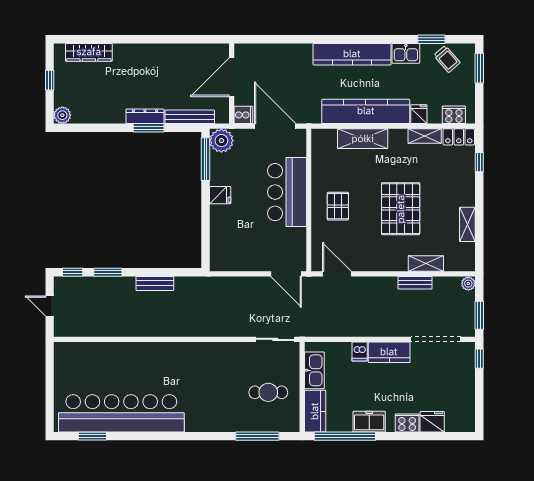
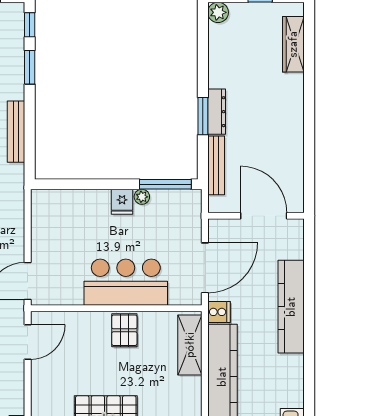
kitchen counter: (352, 54) -> (291, 307), moved
cooker: (243, 115) -> (219, 312), moved, turned -90
shelving: (363, 139) -> (190, 345), moved
plant: (221, 141) -> (142, 197), moved, width x0.53, depth x0.53
pallet: (338, 206) -> (124, 330), moved, turned 90
bench: (155, 283) -> (16, 132), width x1.36

